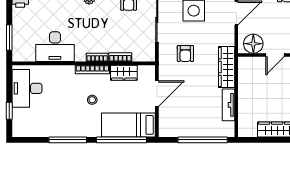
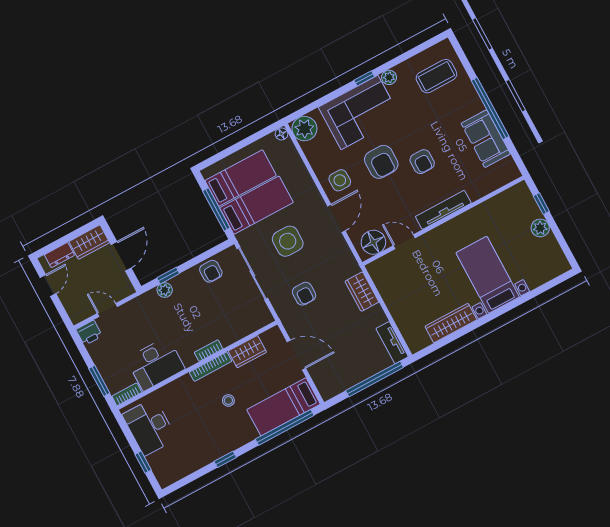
door: (275, 55) -> (404, 242), swing flipped
bookcase: (120, 57) -> (127, 394), moved
wardrobe: (227, 67) -> (362, 292), width x0.67
door: (157, 94) -> (296, 355), hinge flipped
tv unit: (229, 105) -> (392, 343), moved
window: (68, 140) -> (225, 459), width x0.46

